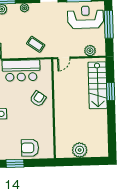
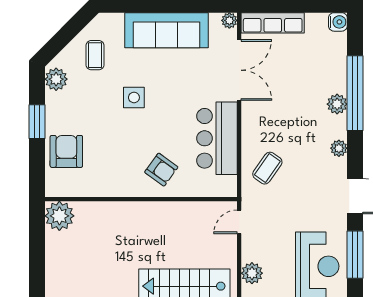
door: (64, 58) -> (239, 222), hinge flipped
plant: (80, 150) -> (59, 216), moved

